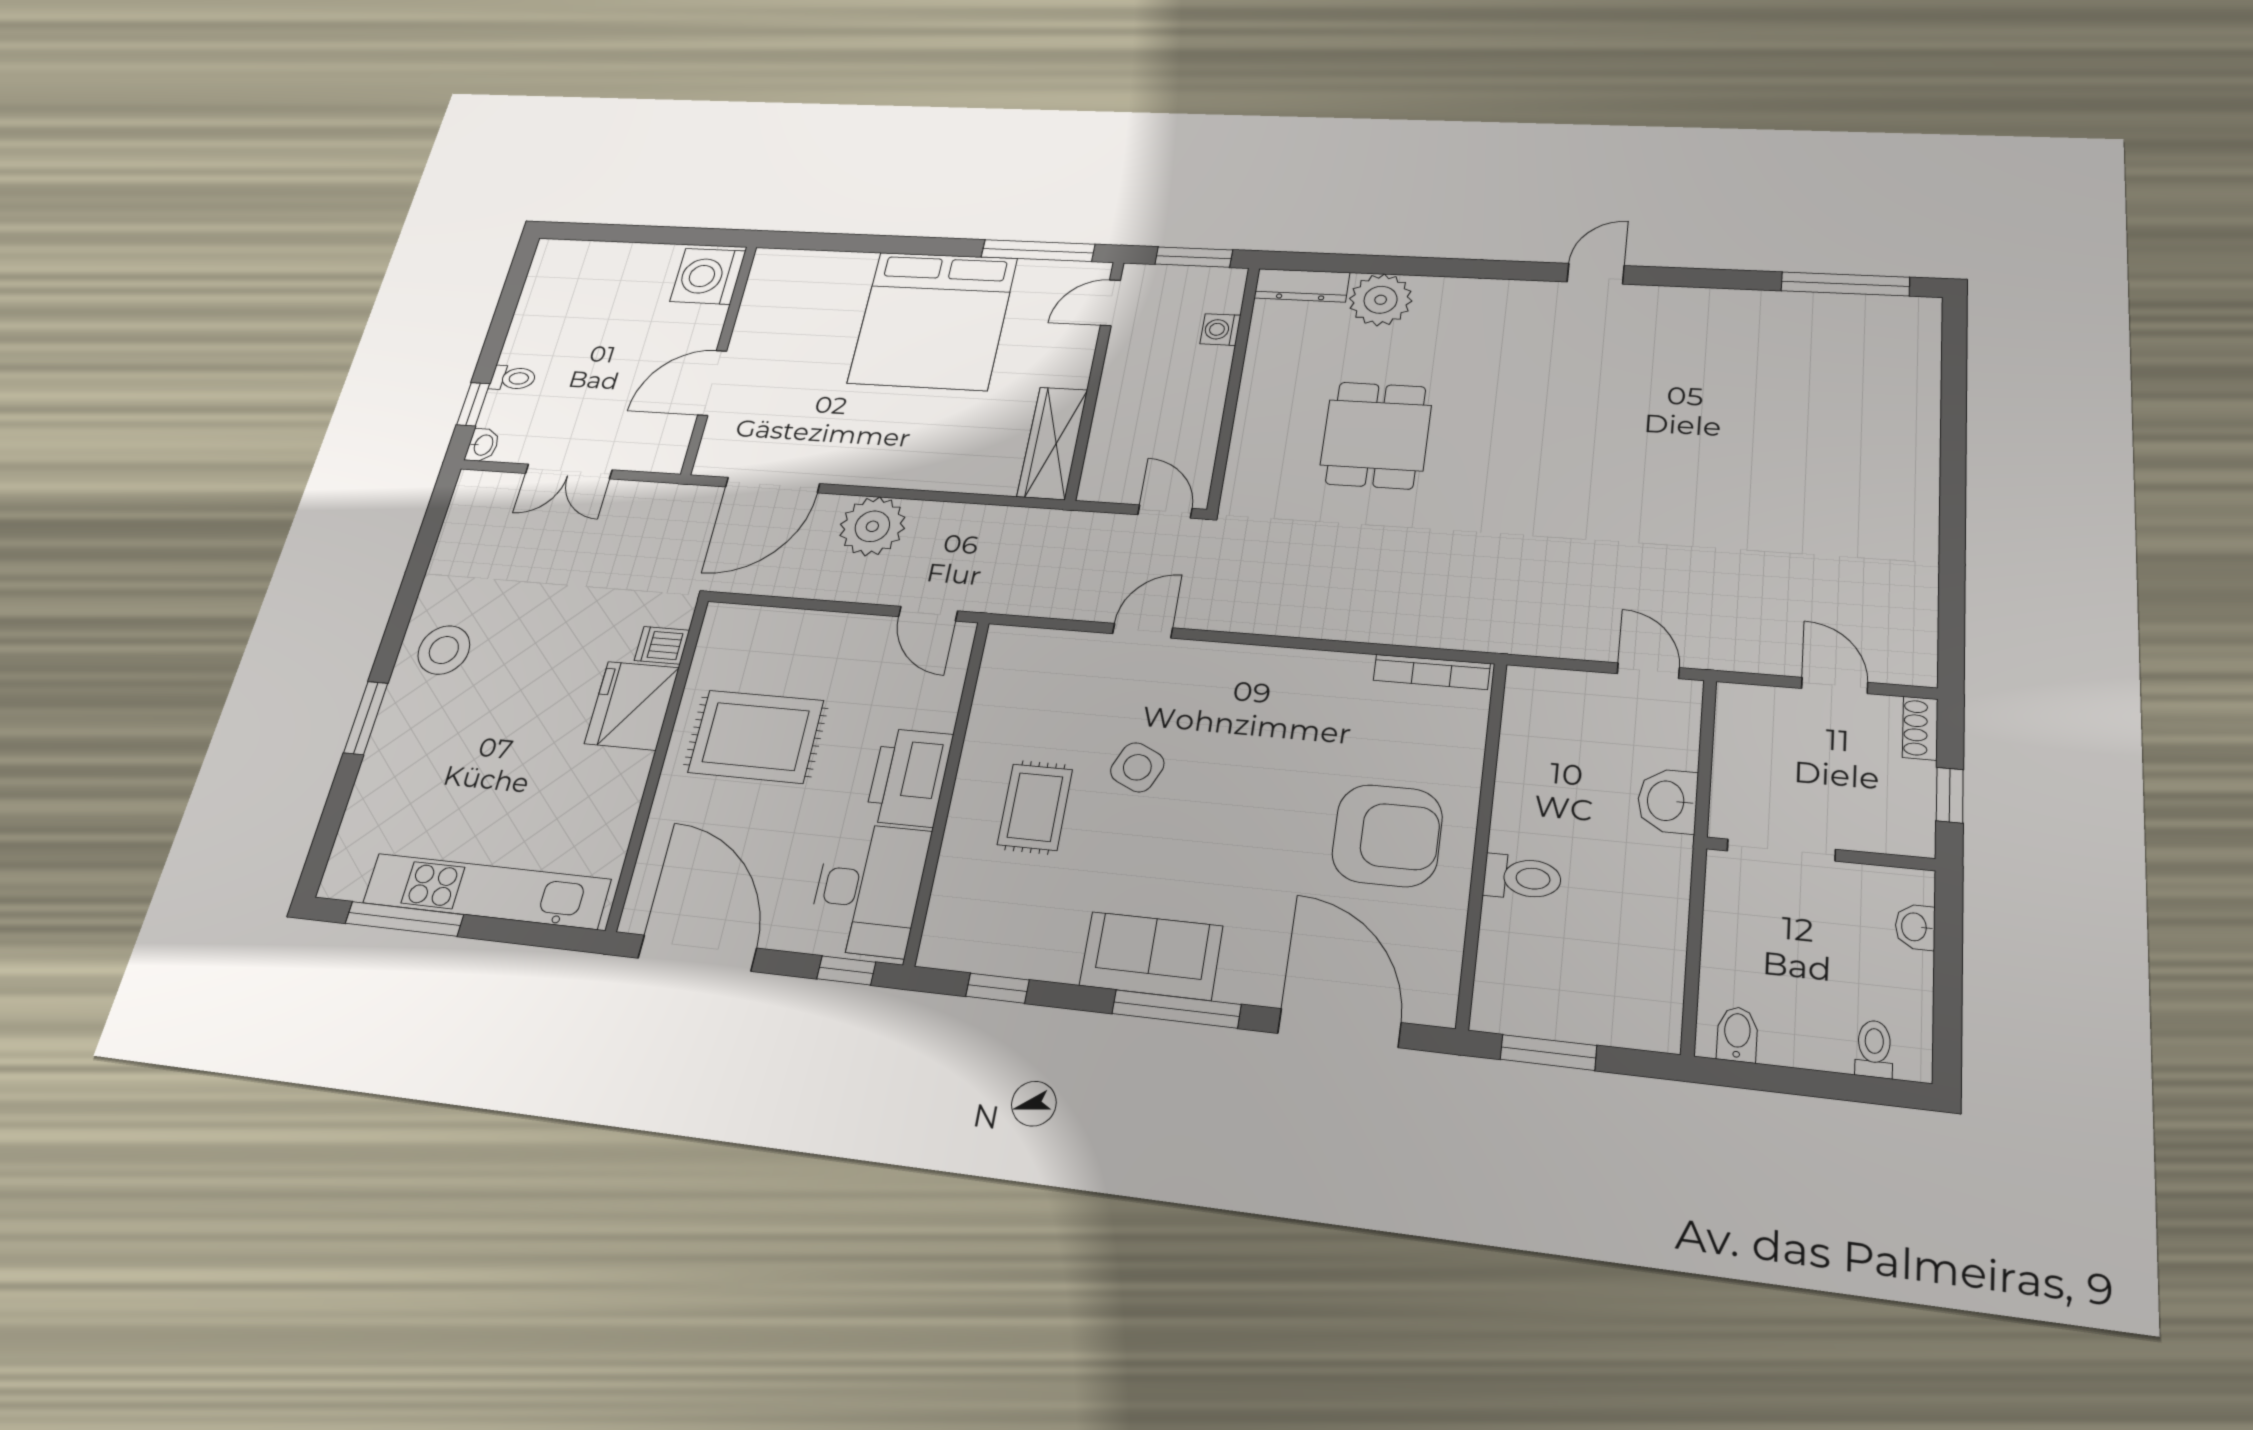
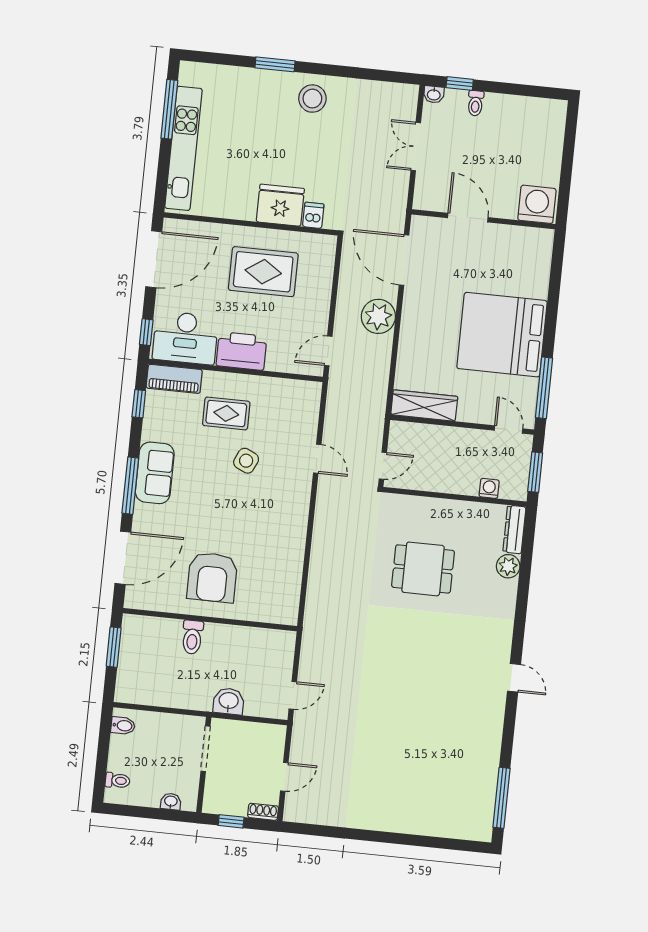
plant: (1381, 300) -> (508, 566), width x0.73, depth x0.73
bookcase: (1432, 672) -> (293, 597), removed
rug: (756, 736) -> (263, 272), turned 90
piano: (952, 913) -> (174, 379), added

